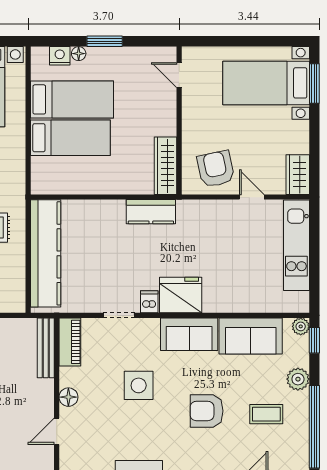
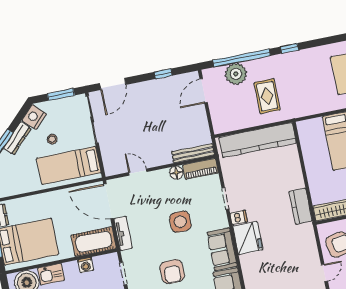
floor lamp: (68, 397) -> (176, 173), moved
armchair: (207, 411) -> (172, 272), turned 180

